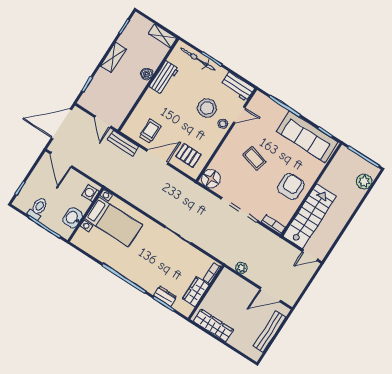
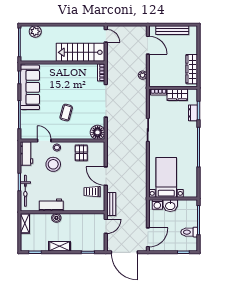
pallet: (188, 155) -> (81, 153), moved
armchair: (291, 187) -> (69, 77), removed
washbasin: (73, 218) -> (170, 206), moved

